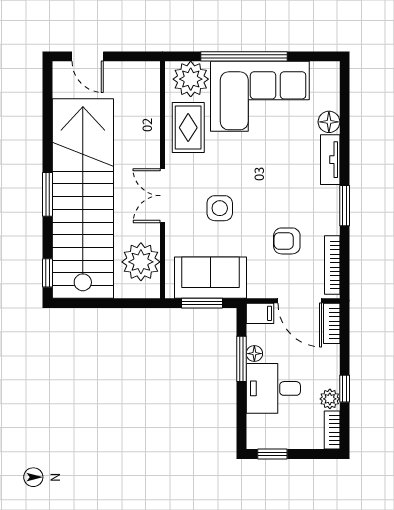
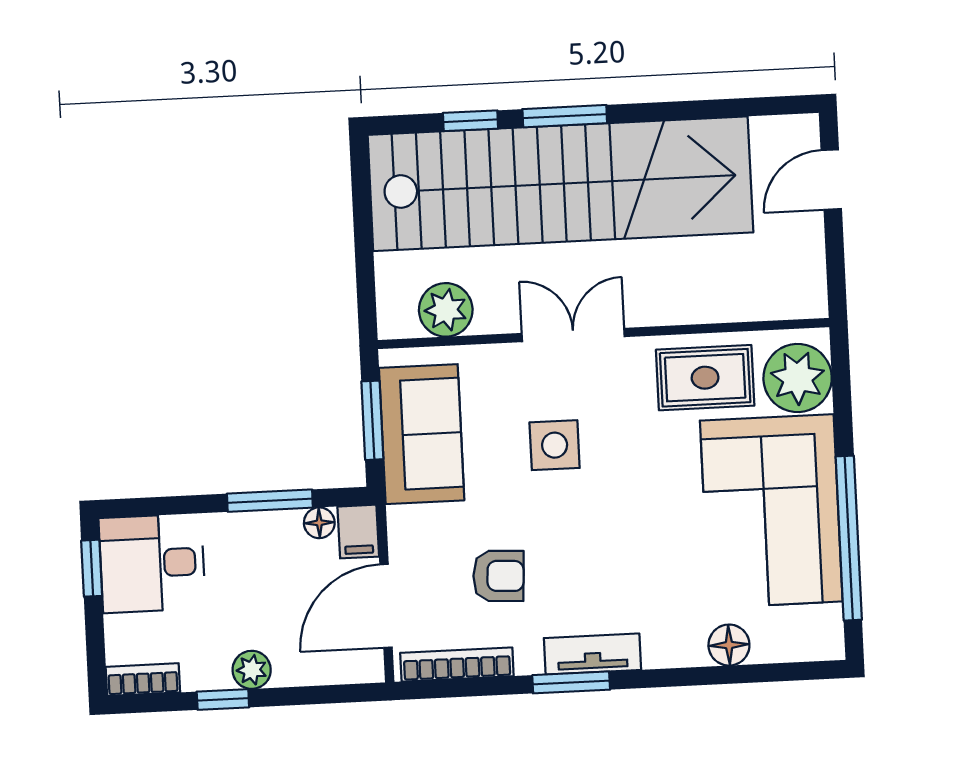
window: (244, 56) -> (849, 538), moved
tv unit: (330, 160) -> (592, 654), moved
armchair: (287, 241) -> (499, 576), turned 93
plant: (141, 262) -> (446, 310), width x0.73, depth x0.73
window: (47, 273) -> (470, 121), moved
bookcase: (332, 323) -> (346, 669), removed
floor lamp: (254, 354) -> (319, 523), moved
desk: (273, 388) -> (152, 563), moved, turned -90
plant: (330, 399) -> (252, 670), moved

